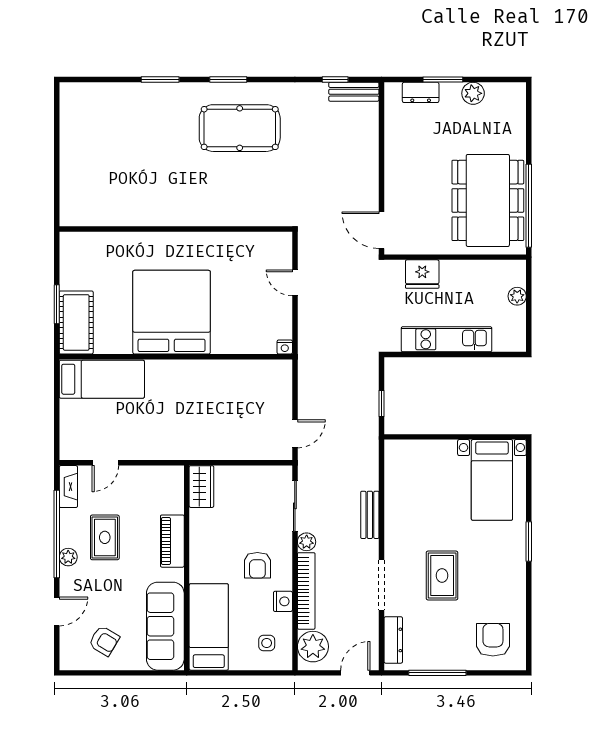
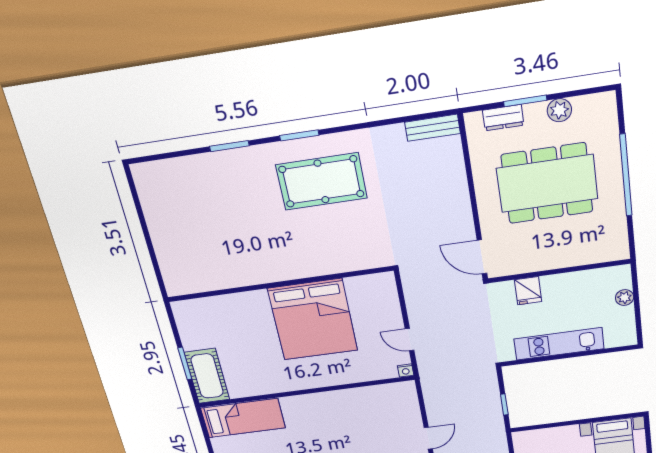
window: (335, 80) -> (411, 118), removed
dining table: (488, 200) -> (547, 183), moved, turned 90
window: (529, 206) -> (626, 175), moved
fridge: (422, 274) -> (528, 291), width x0.72
door: (295, 283) -> (409, 340), moved
bed: (172, 312) -> (313, 320), moved, turned 180

